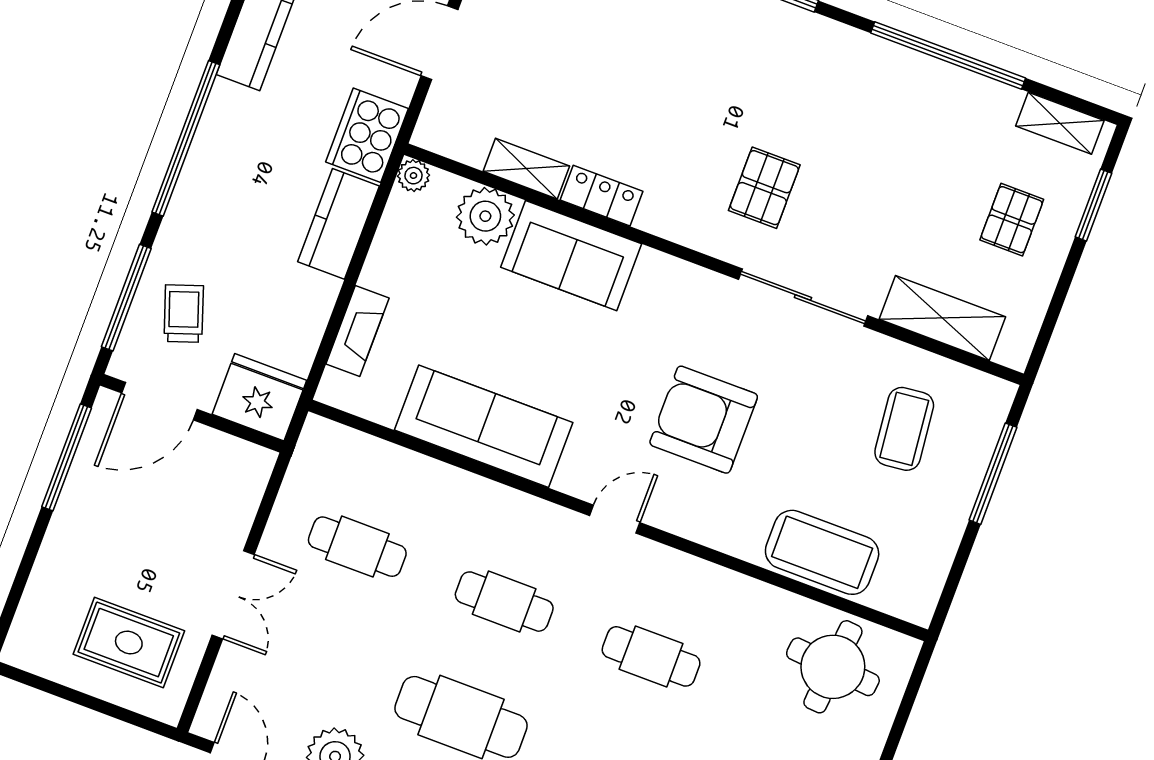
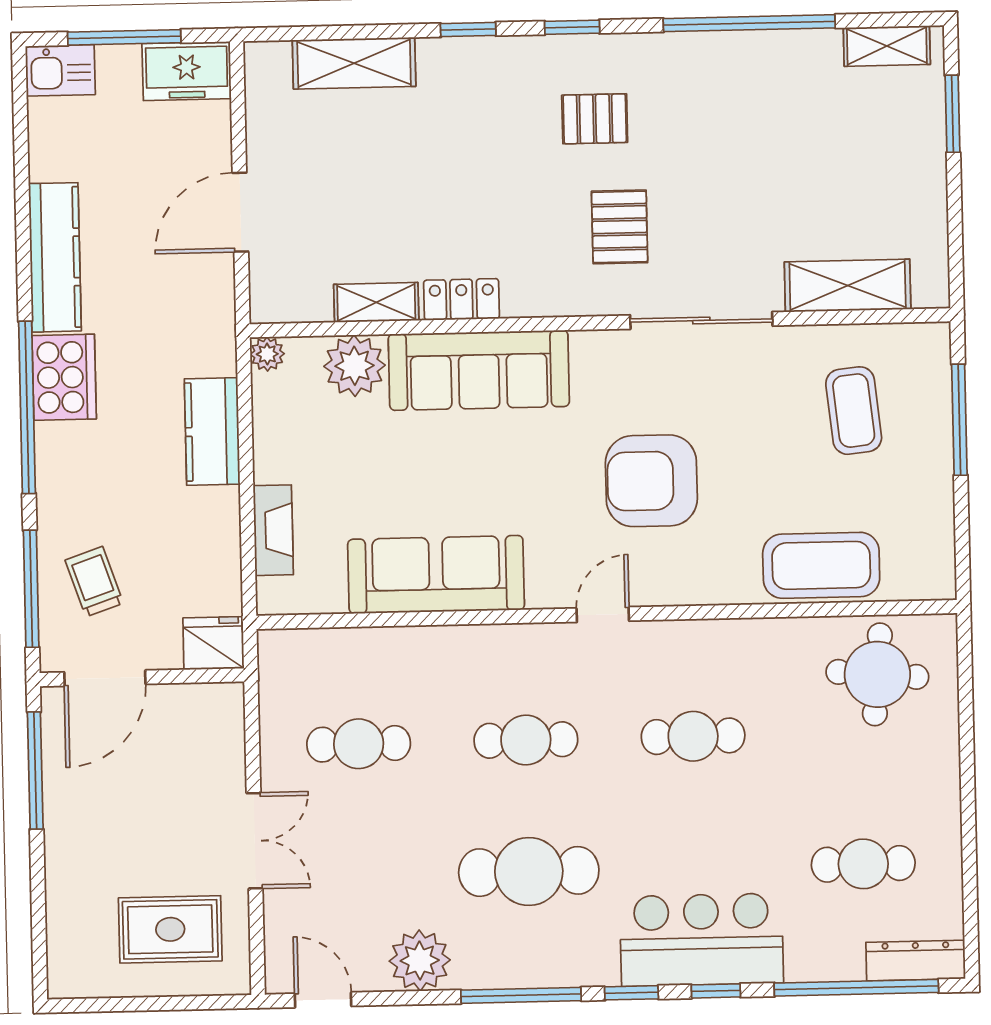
cooker: (367, 135) -> (64, 377), moved, turned 180
pallet: (1012, 220) -> (595, 119), moved, turned 90
sofa: (571, 256) -> (479, 370), width x1.36
fridge: (259, 397) -> (213, 643), width x0.73, depth x0.75

